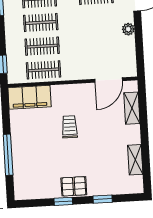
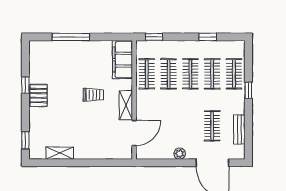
door: (109, 80) -> (134, 133), swing flipped
shelving: (132, 108) -> (126, 105), moved, turned 90
window: (103, 199) -> (25, 140), moved

